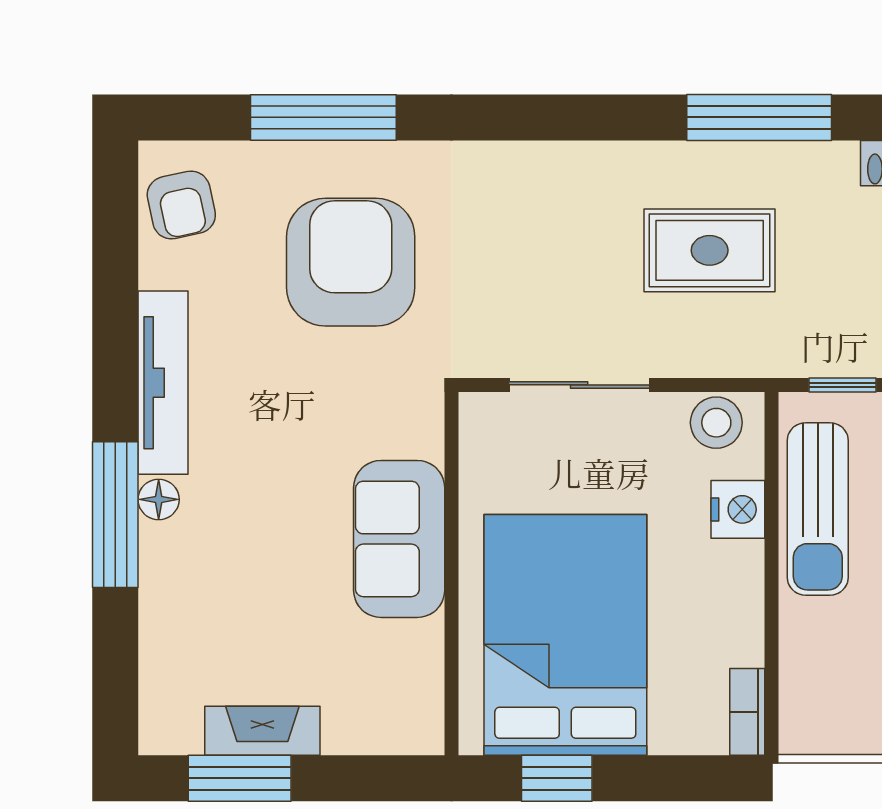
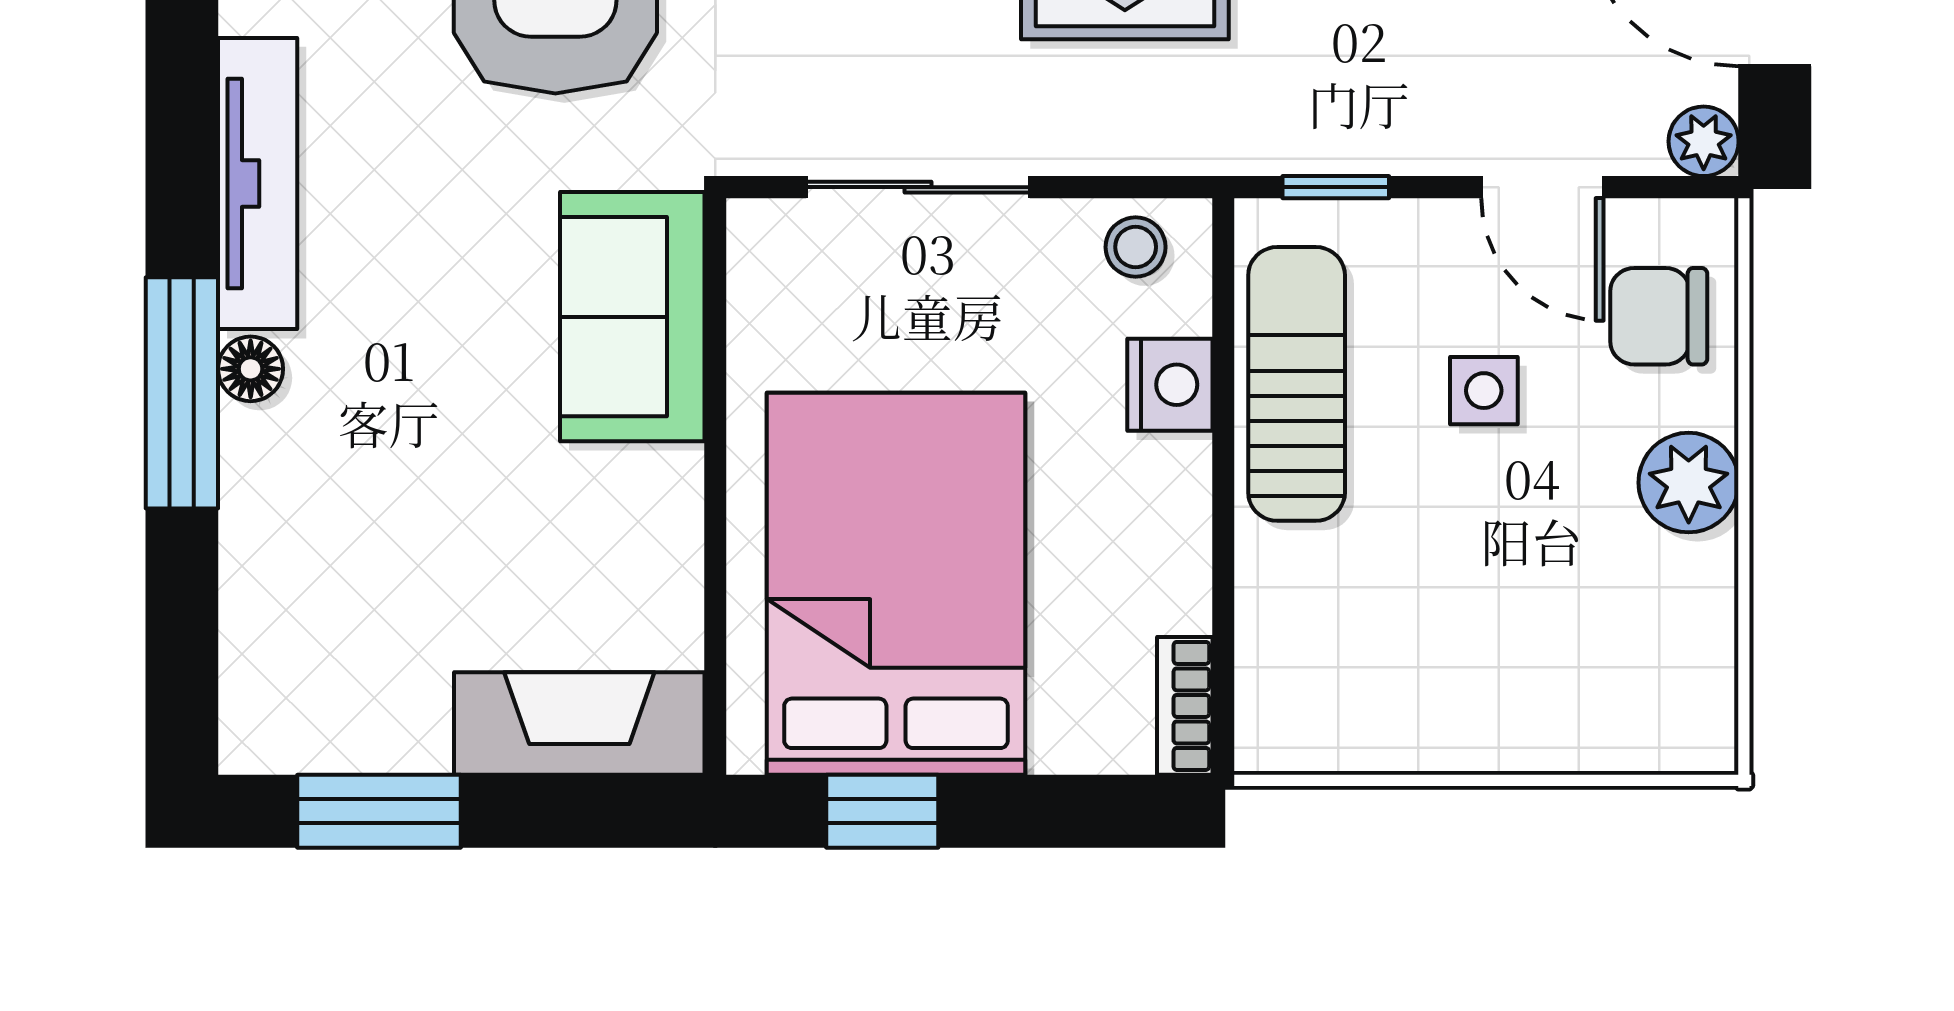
stool: (716, 423) -> (1136, 247), width x0.73, depth x0.73
sun lounger: (818, 509) -> (1297, 384), turned 180
sofa: (399, 539) -> (632, 317), moved
fireplace: (262, 731) -> (579, 724), moved, width x1.37, depth x1.32

